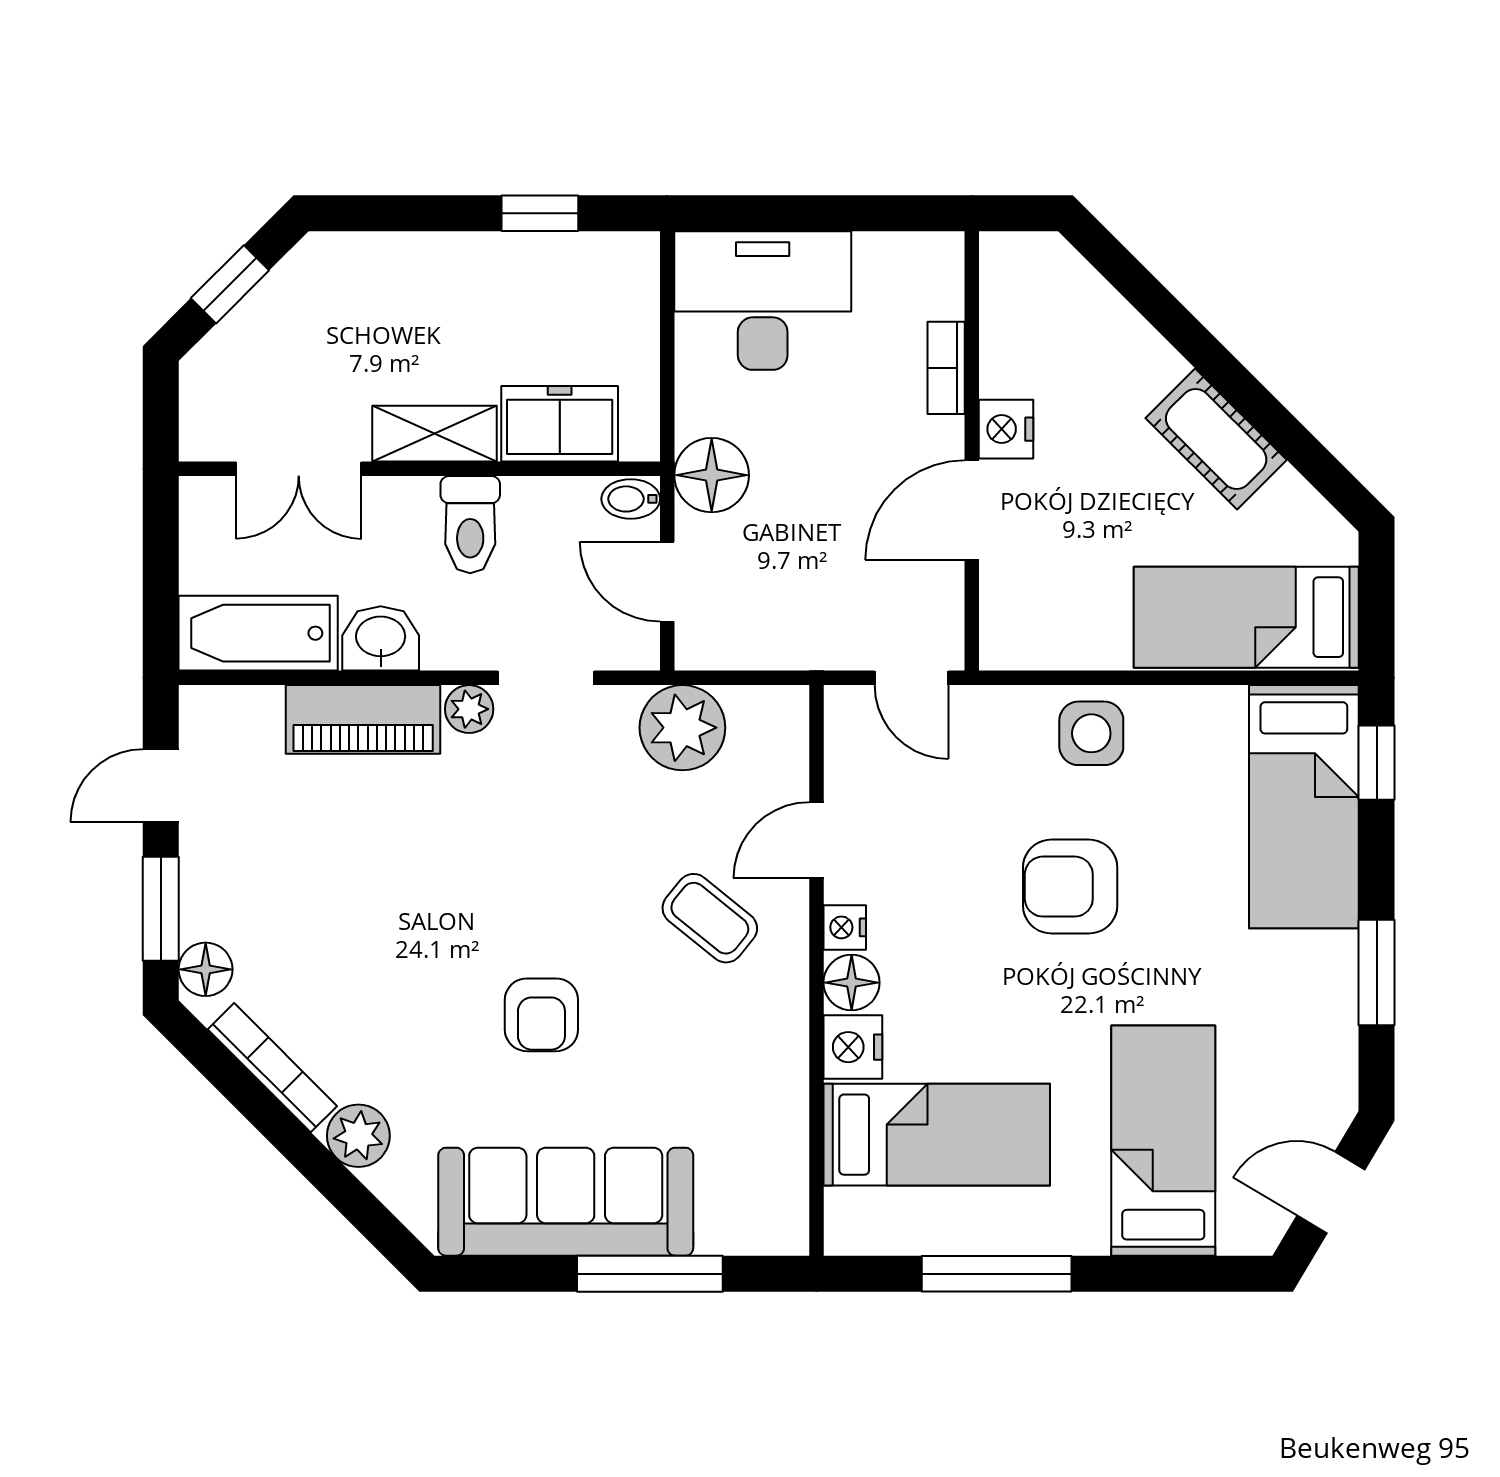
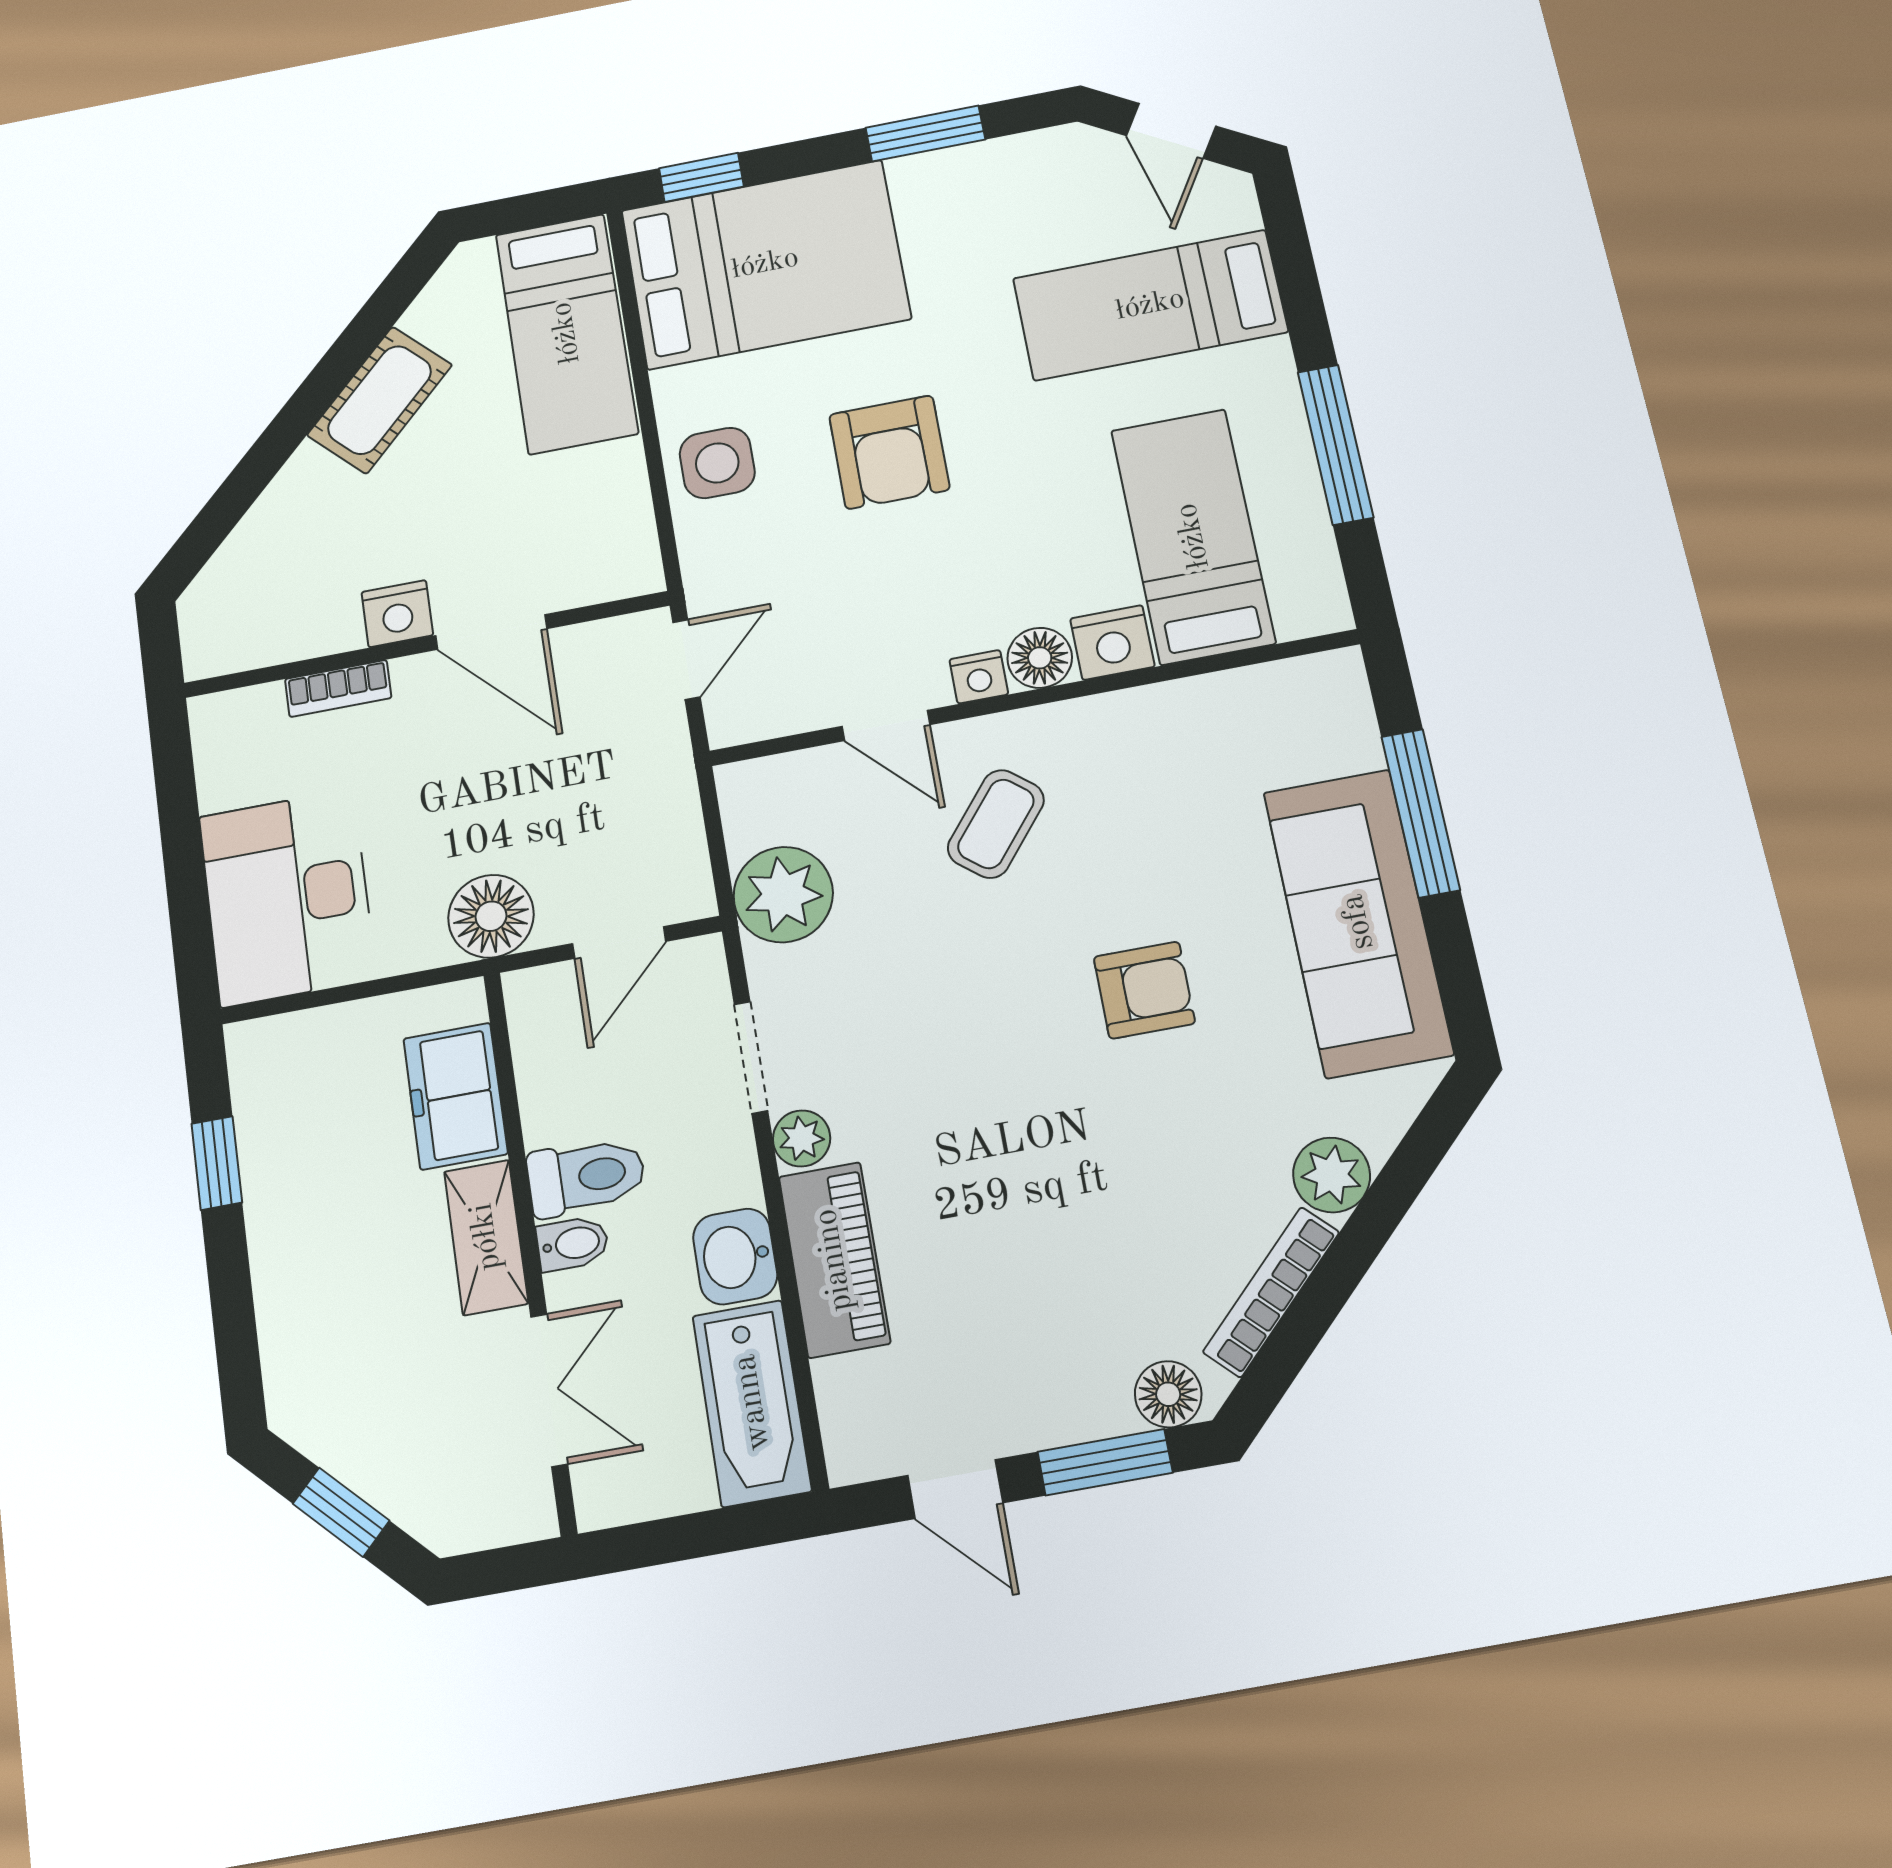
bidet: (631, 499) -> (573, 1244), moved, turned -90
bed: (1304, 807) -> (765, 264), width x1.50

